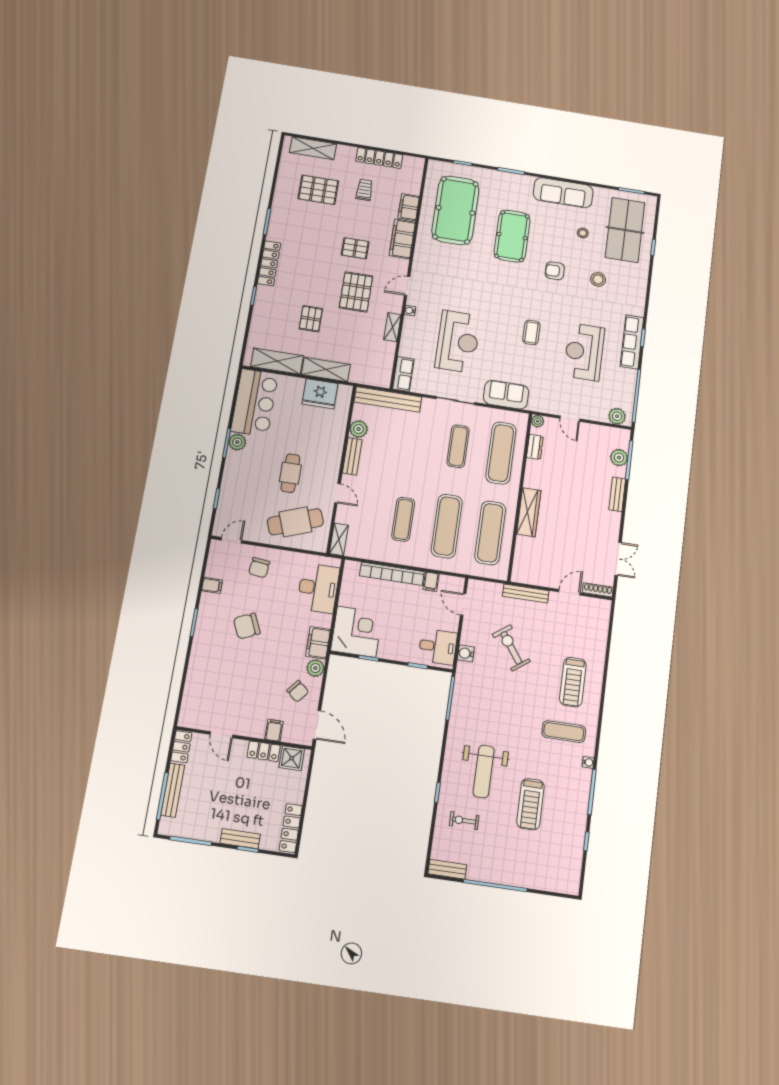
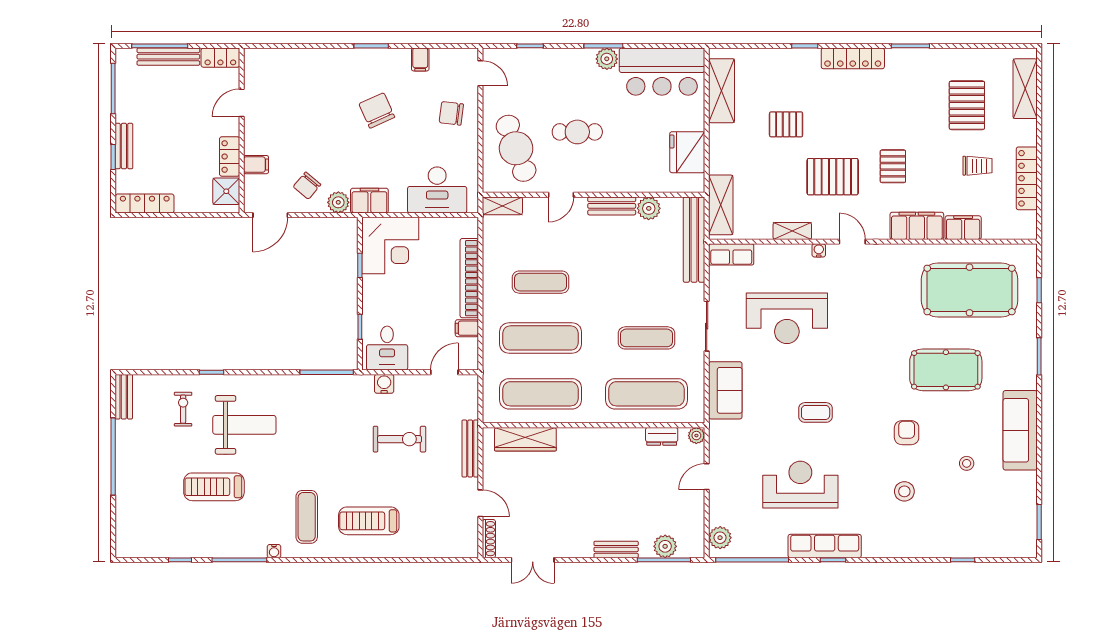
table tennis table: (625, 230) -> (981, 519), removed
shelving: (326, 370) -> (721, 205), moved
wardrobe: (529, 512) -> (525, 439), moved
exercise bike: (511, 648) -> (400, 439), turned 36
weight bench: (484, 771) -> (244, 425), turned 180

